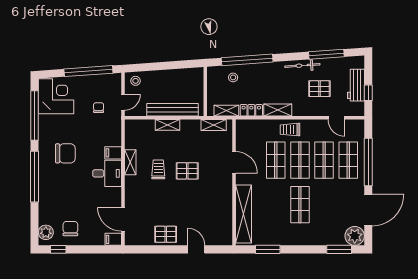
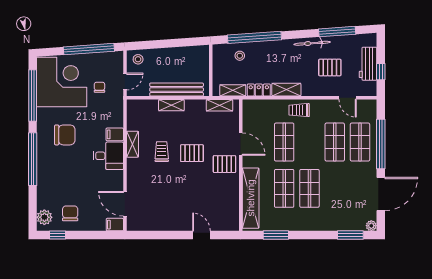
corner desk: (56, 96) -> (62, 82), width x1.36, depth x1.36
shop shelf: (300, 160) -> (284, 188), moved
pallet: (166, 234) -> (224, 164), moved
plant: (355, 236) -> (371, 226), width x0.53, depth x0.53

